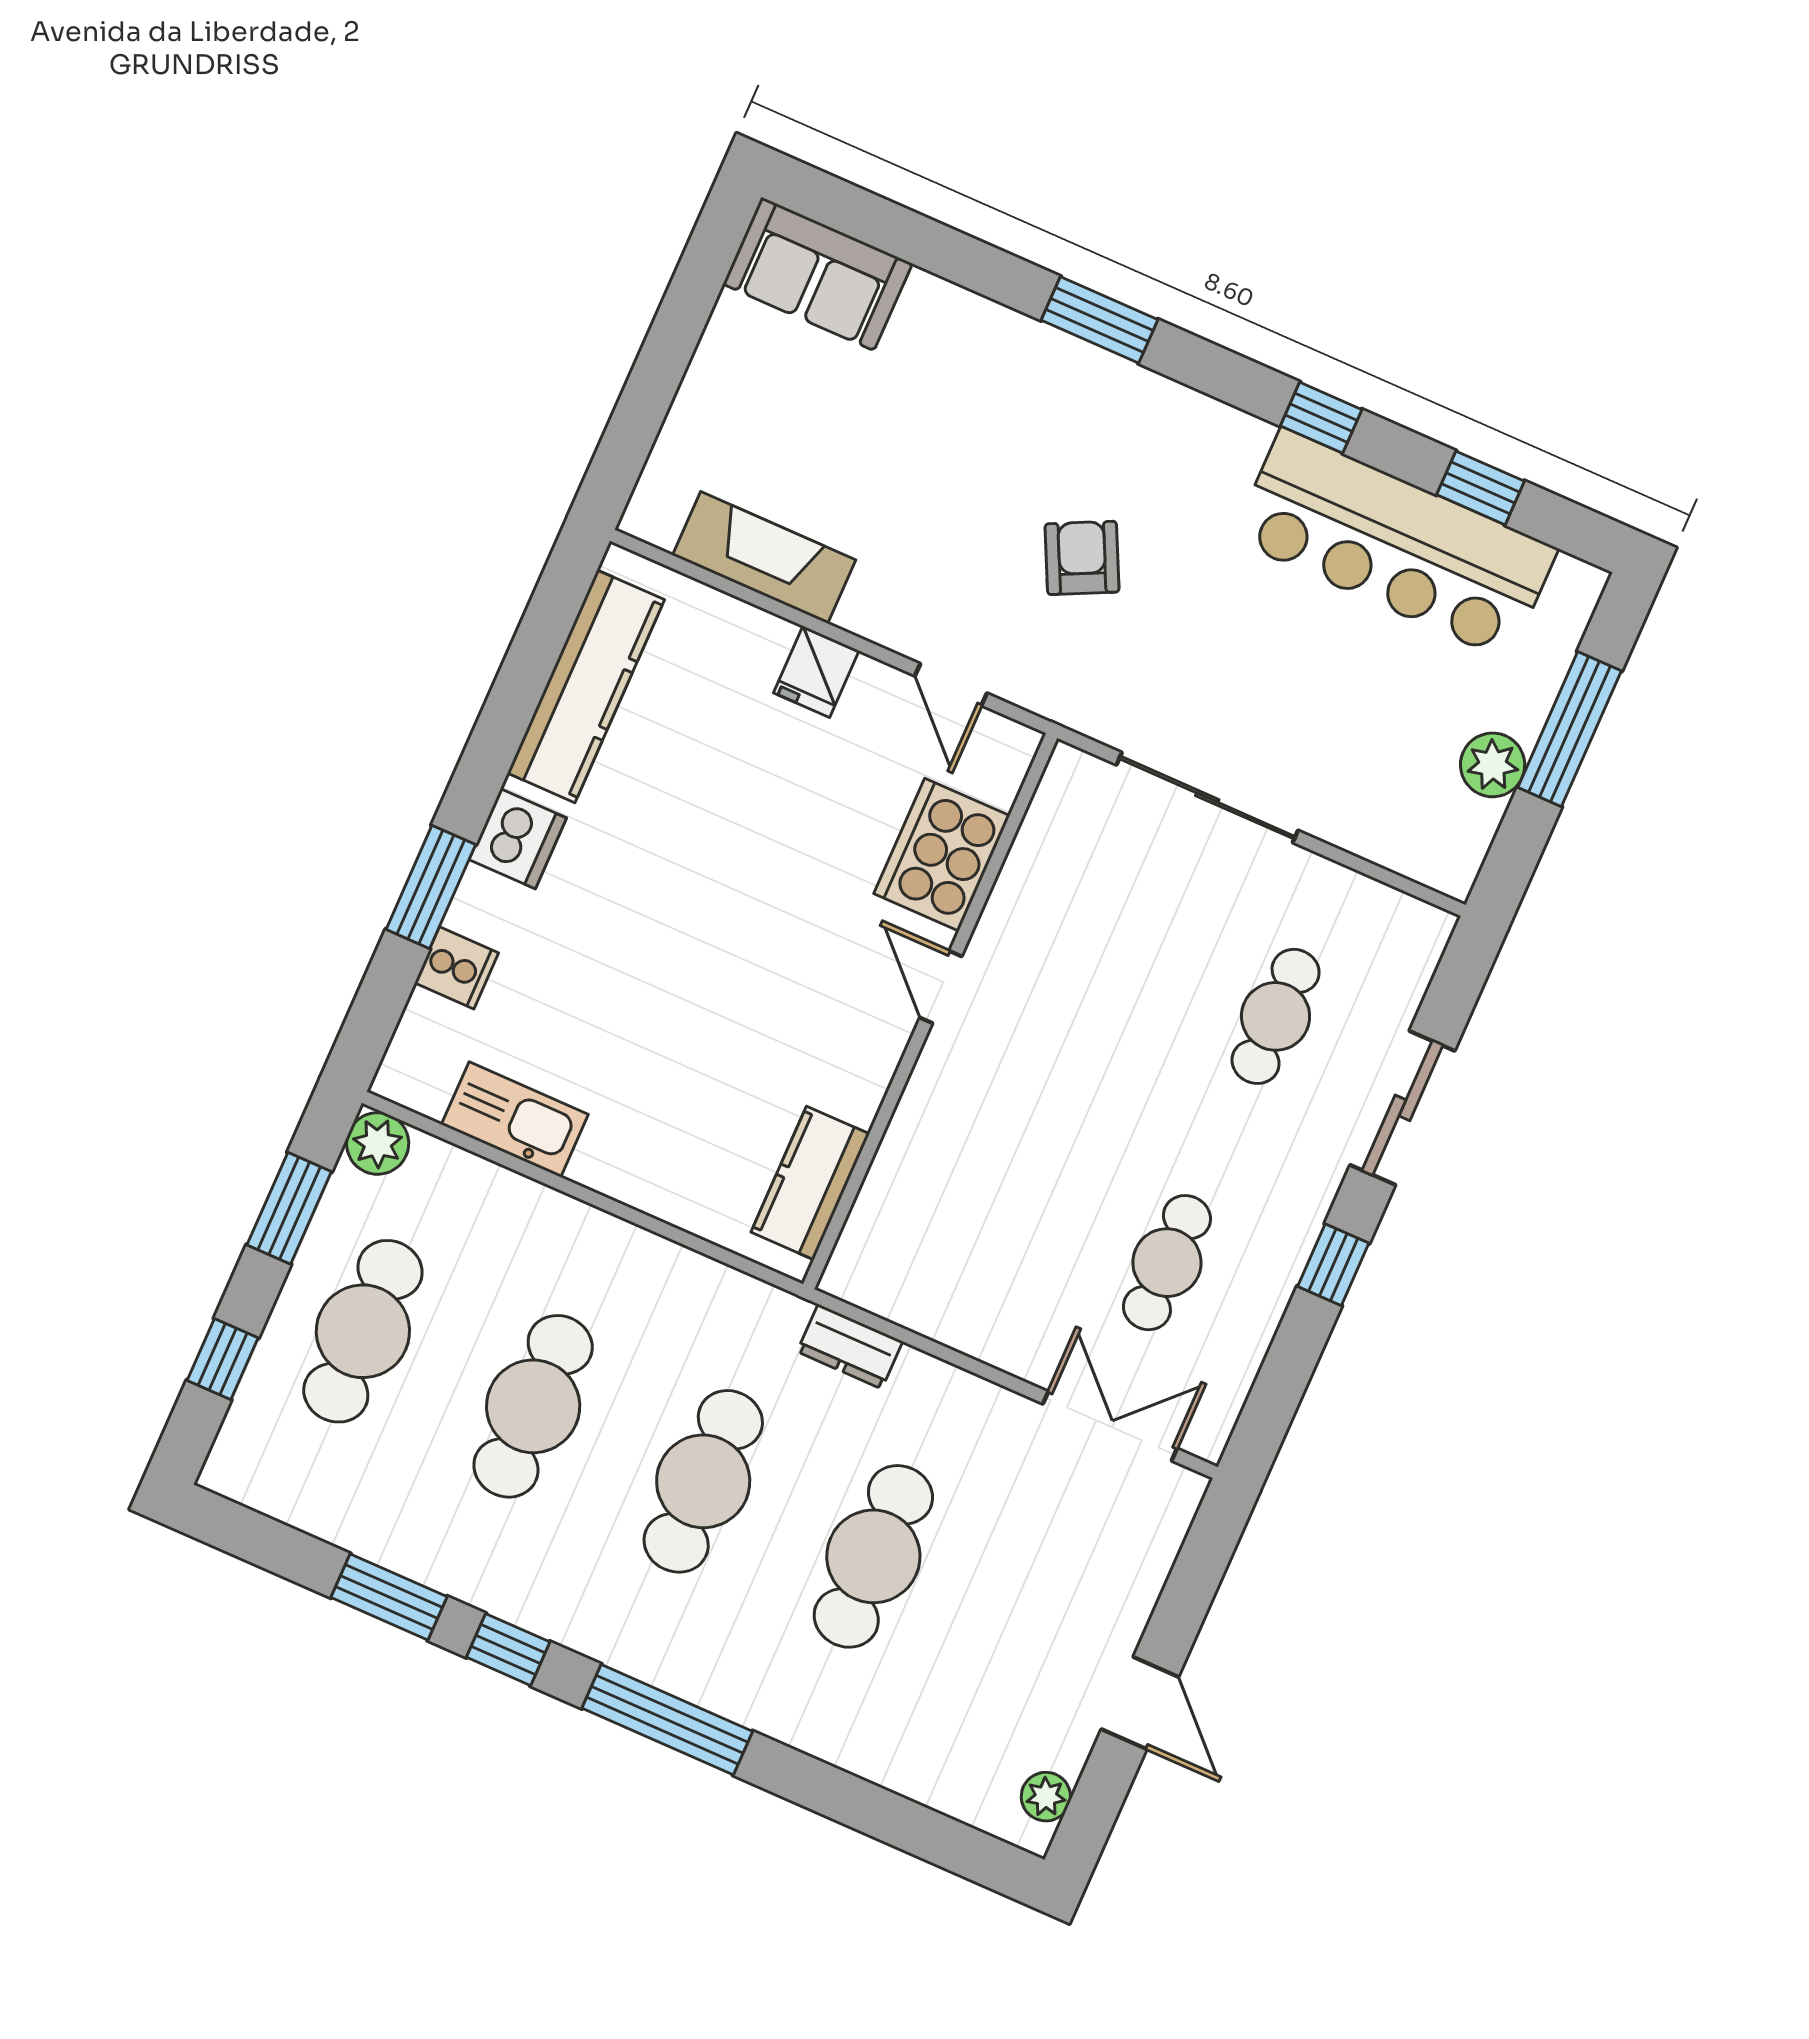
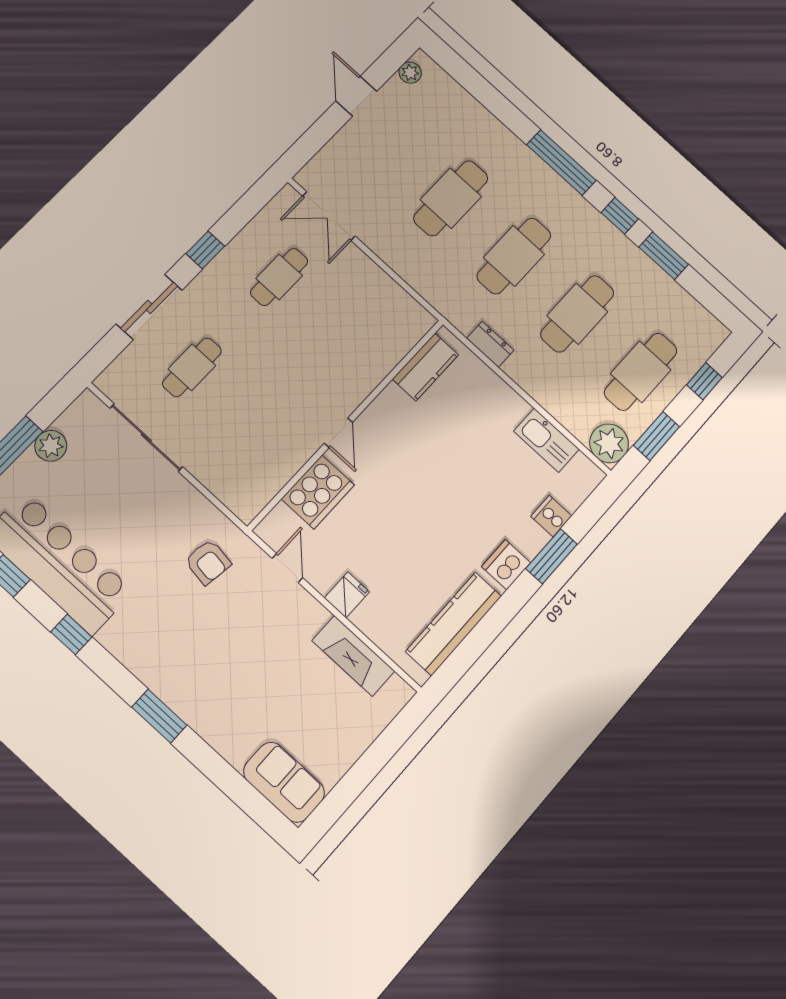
armchair: (1082, 558) -> (208, 562), moved, turned -56
sliding door: (1207, 798) -> (146, 438), moved
plant: (378, 1143) -> (609, 443), width x1.36, depth x1.36
dresser: (850, 1346) -> (490, 344), moved

